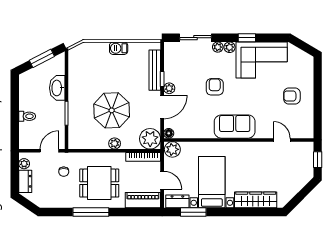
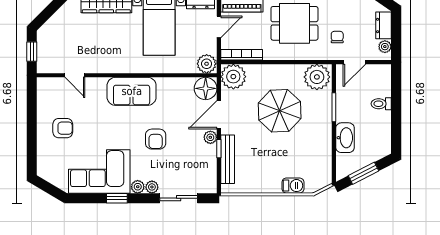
barbecue: (119, 48) -> (293, 186), moved
floor lamp: (169, 133) -> (206, 88), width x1.89, depth x1.89
plant: (115, 143) -> (317, 77), moved, width x1.87, depth x1.87
door: (162, 180) -> (219, 27), swing flipped

